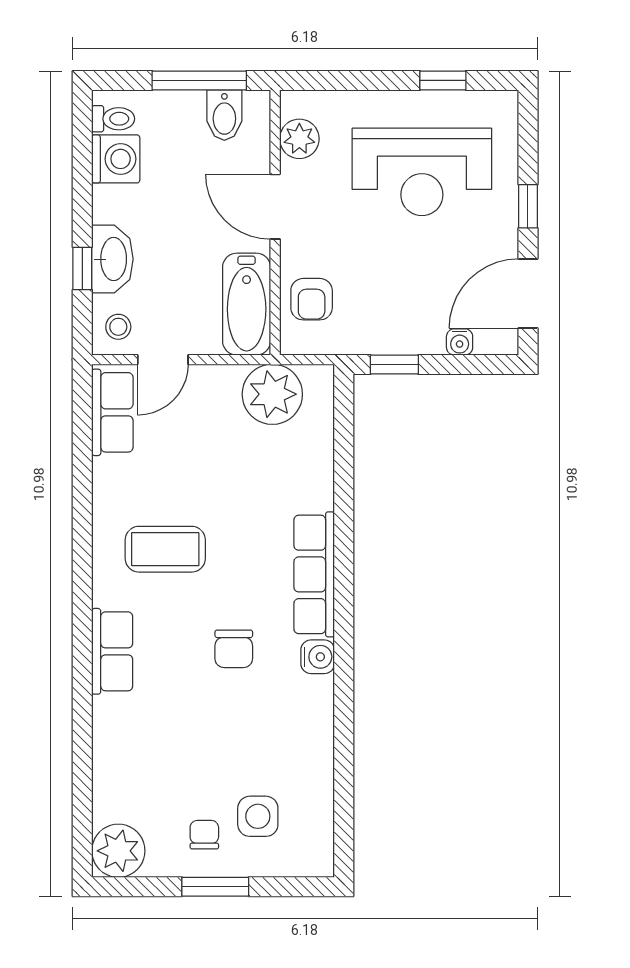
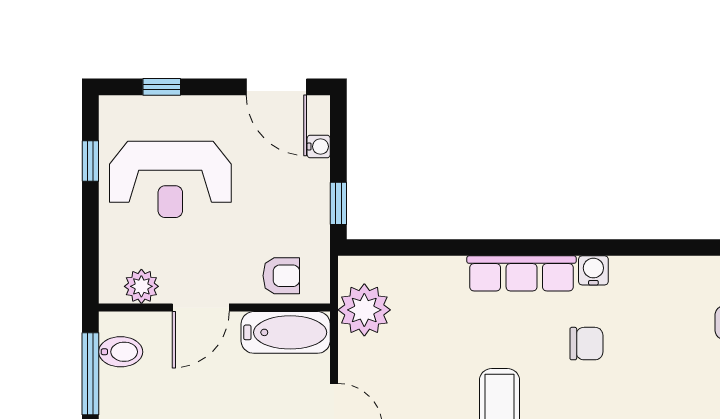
reception desk: (422, 172) -> (170, 179), turned 90
window: (528, 206) -> (162, 87), moved

